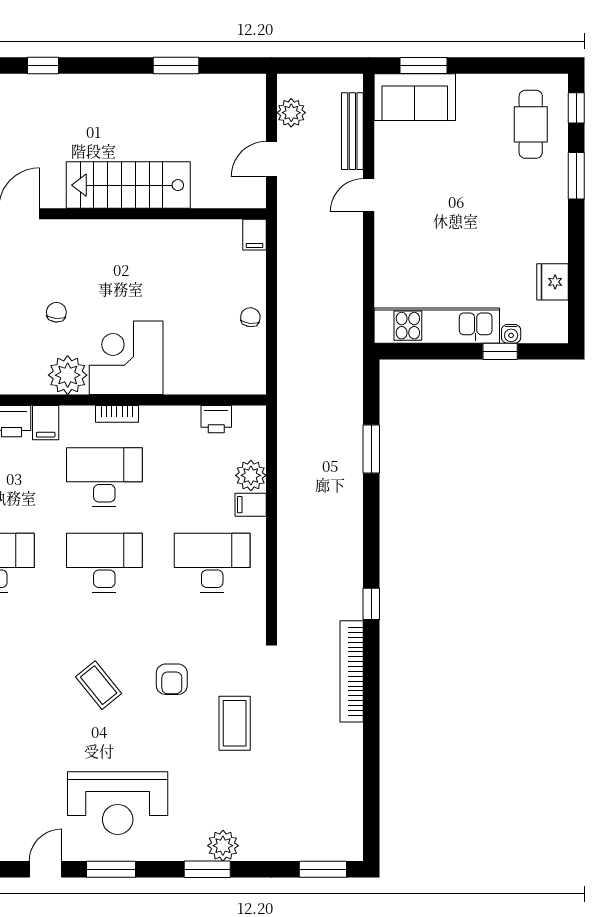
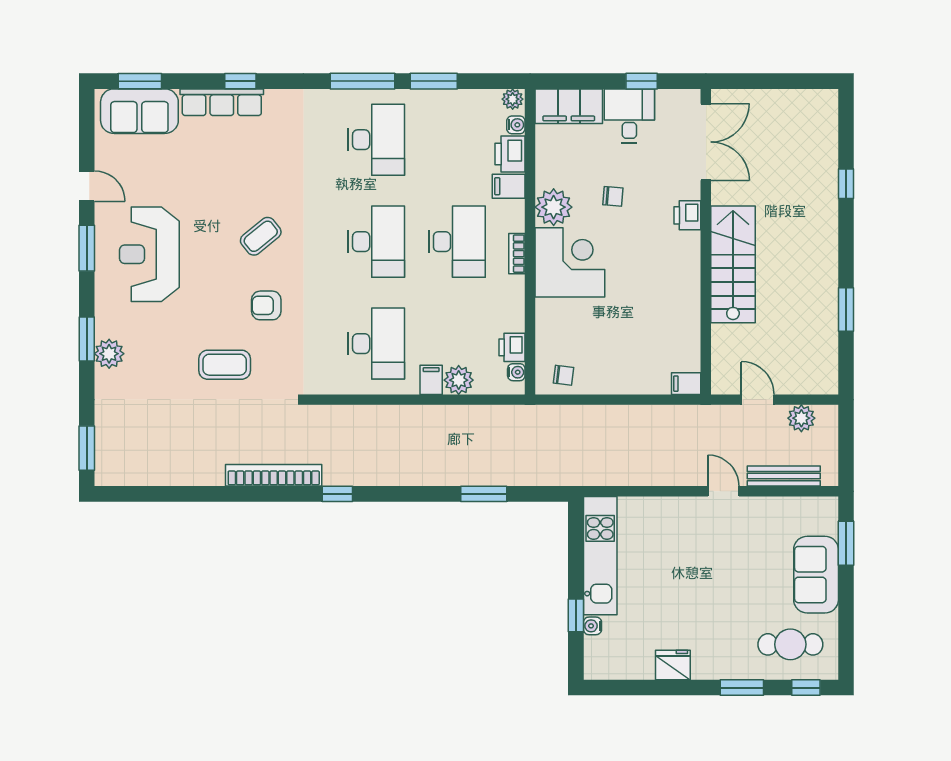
sofa: (415, 97) -> (816, 575), moved
printer: (76, 233) -> (687, 215), added
fridge: (553, 282) -> (673, 665), moved
chair: (250, 317) -> (563, 375), moved
water cooler: (243, 414) -> (516, 372), added

